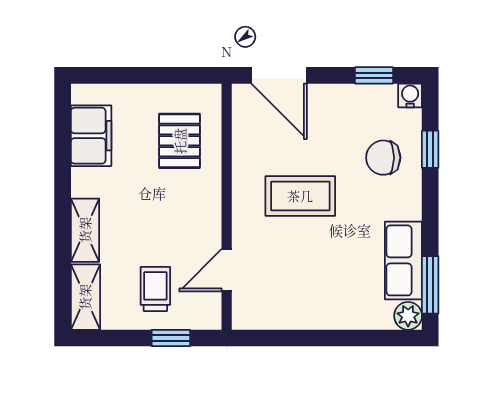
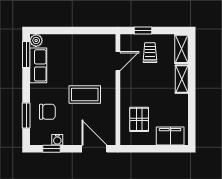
water cooler: (410, 95) -> (57, 140), moved
filing cabinet: (91, 136) -> (170, 136), moved, turned 90
window: (430, 149) -> (26, 115), width x1.50
trolley: (155, 289) -> (150, 53), turned 180

